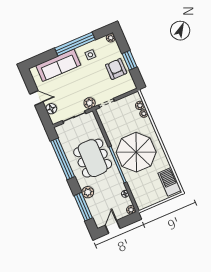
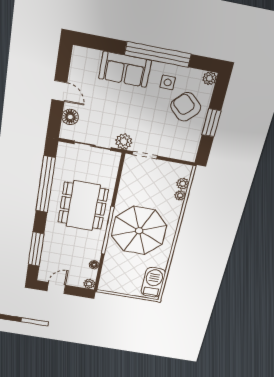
sofa: (58, 65) -> (125, 69), width x0.73
armchair: (116, 69) -> (186, 107), moved, turned -47
plant: (88, 192) -> (52, 238), removed

